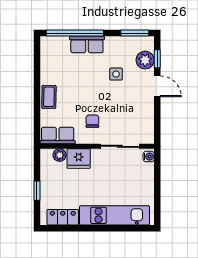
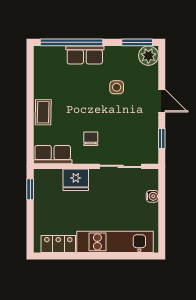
window: (157, 59) -> (162, 139), moved
plant: (145, 60) -> (148, 56), moved
plant: (60, 155) -> (55, 176), removed
water cooler: (149, 157) -> (152, 196), moved
window: (37, 191) -> (30, 189), moved

